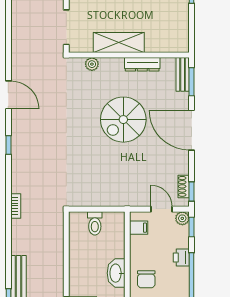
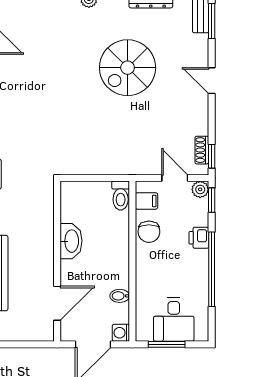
door: (192, 130) -> (212, 81), width x0.53
toilet: (95, 223) -> (121, 196), moved
washbasin: (116, 273) -> (71, 241), moved, turned 180
chair: (146, 279) -> (149, 232), moved

